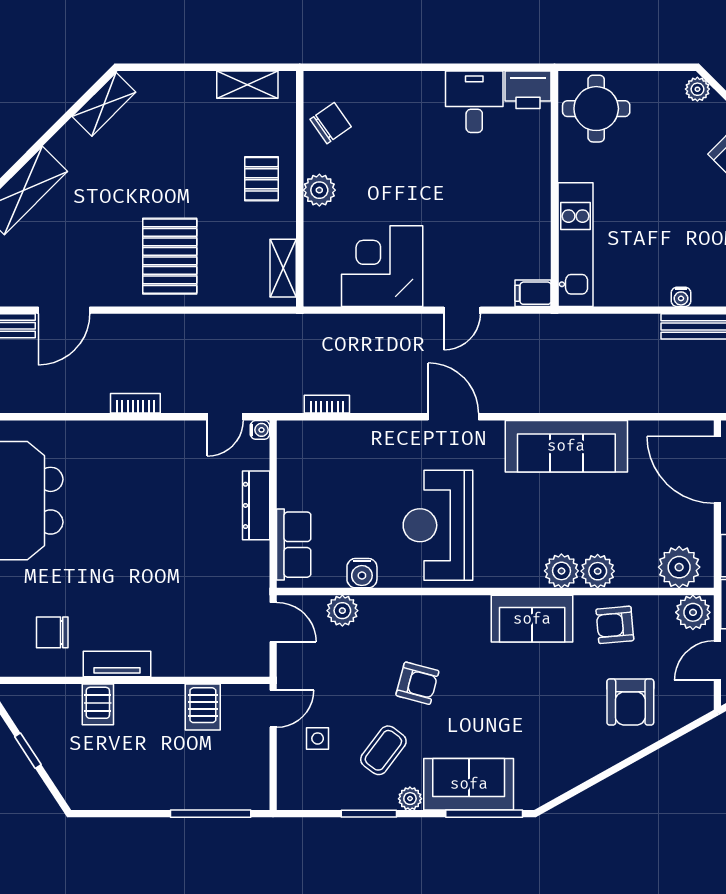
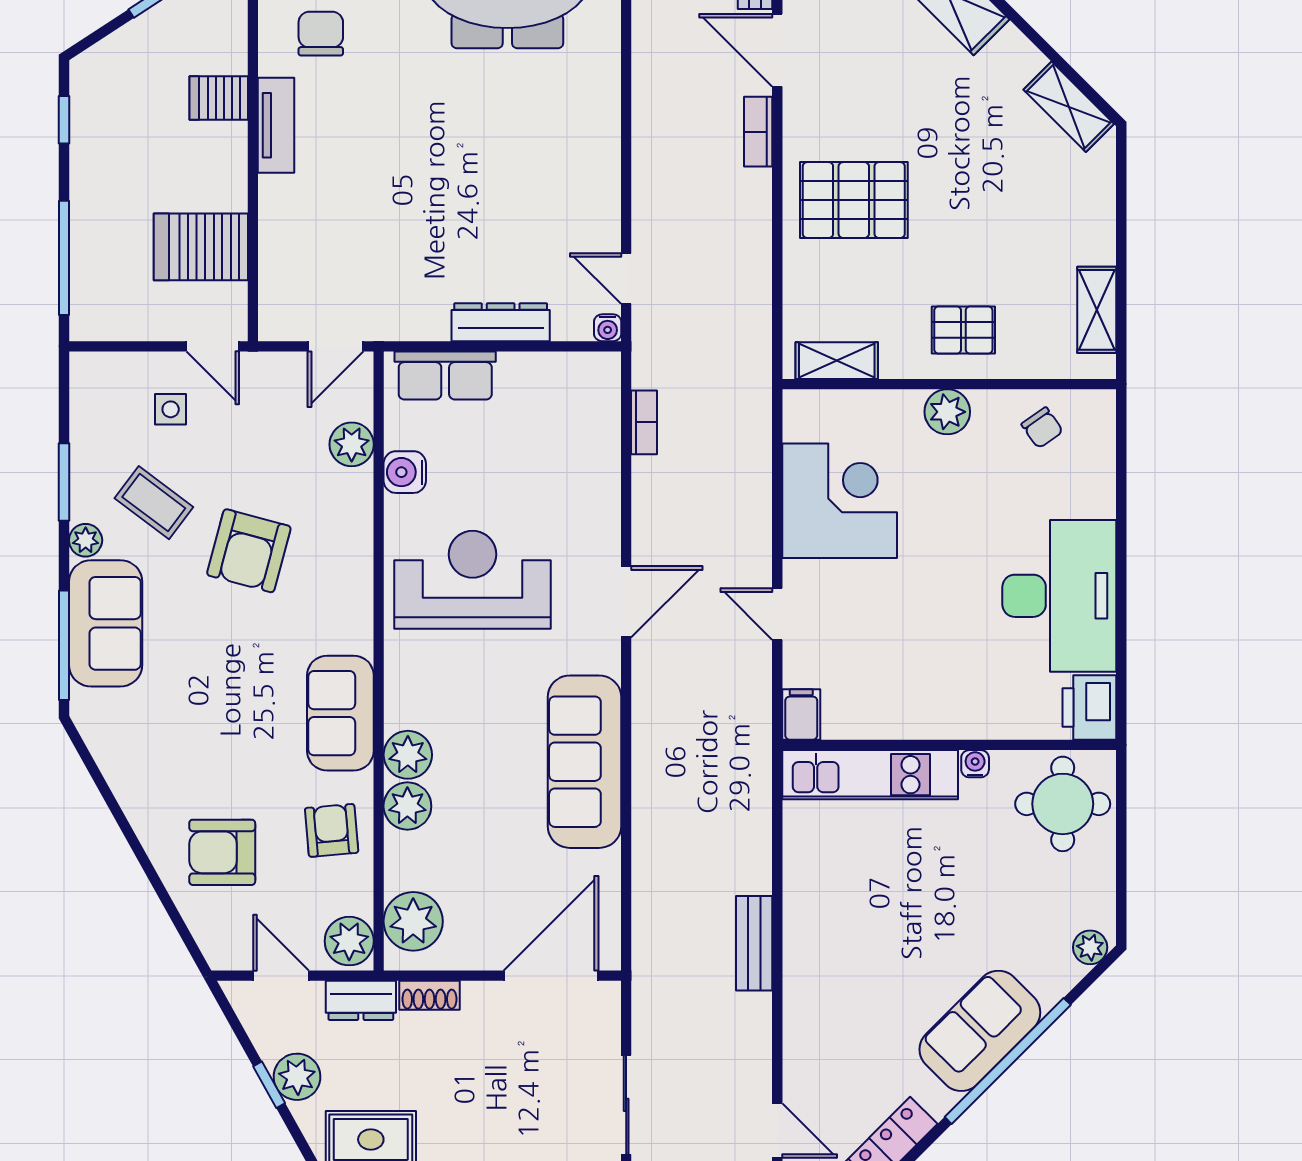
desk: (474, 102) -> (1059, 596), width x1.87, depth x1.30
chair: (331, 123) -> (1042, 428), width x0.73, depth x0.73
water cooler: (681, 297) -> (975, 764), moved, turned 90
bookcase: (135, 403) -> (758, 132), moved, turned 180
armchair: (417, 683) -> (249, 551), width x1.38, depth x1.38
server rack: (203, 707) -> (201, 247), width x1.36, depth x1.44
window: (113, 814) -> (64, 120), added

